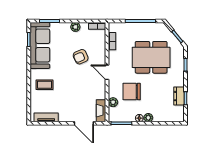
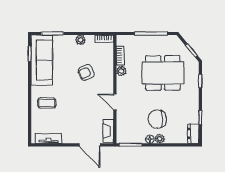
door: (107, 72) -> (115, 102), moved
chair: (132, 92) -> (157, 119), moved
dresser: (179, 96) -> (193, 133), moved
plant: (113, 102) -> (121, 71), moved

